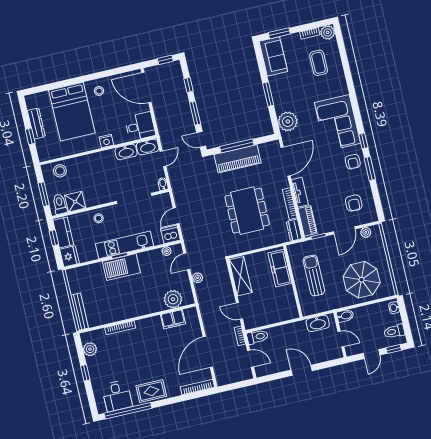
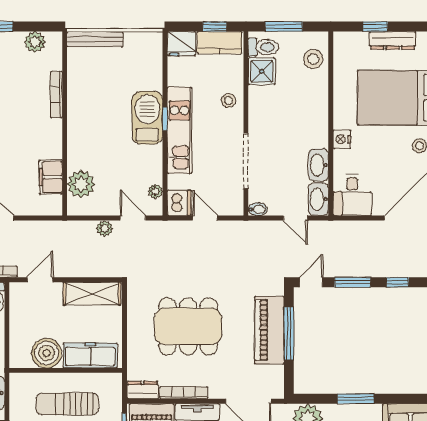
sun lounger: (314, 276) -> (67, 404), turned 180
boiler: (285, 296) -> (47, 353), added

